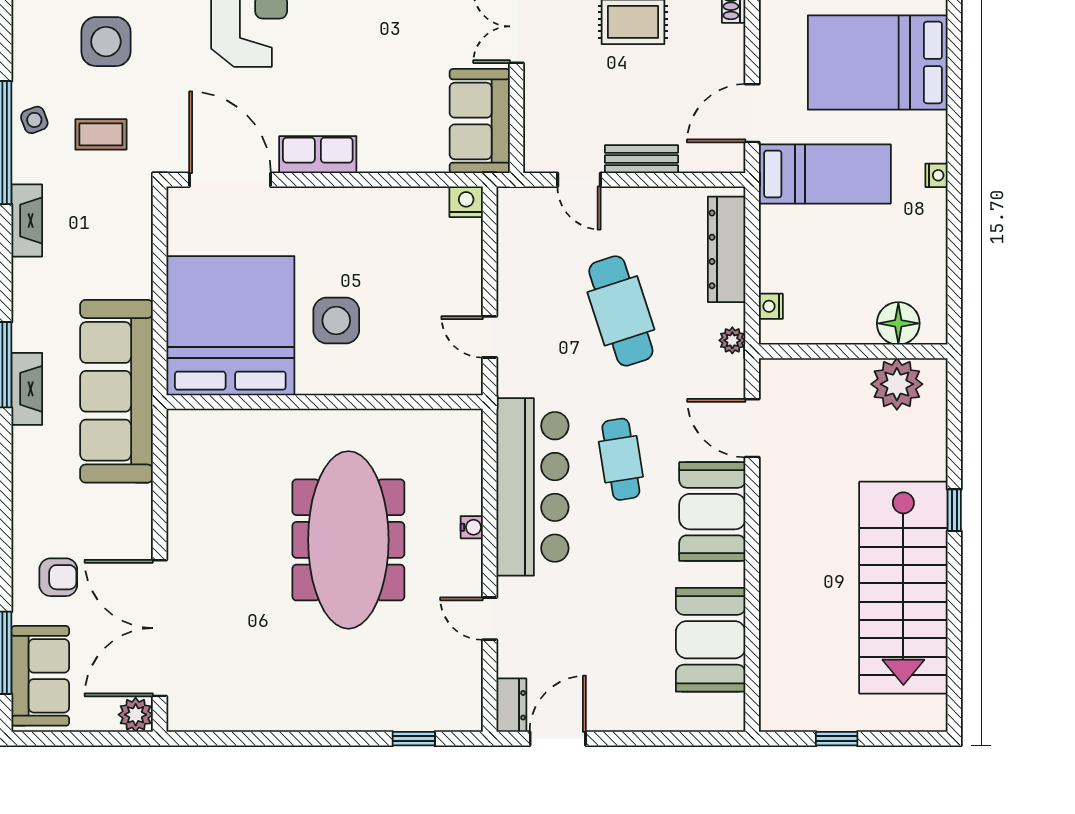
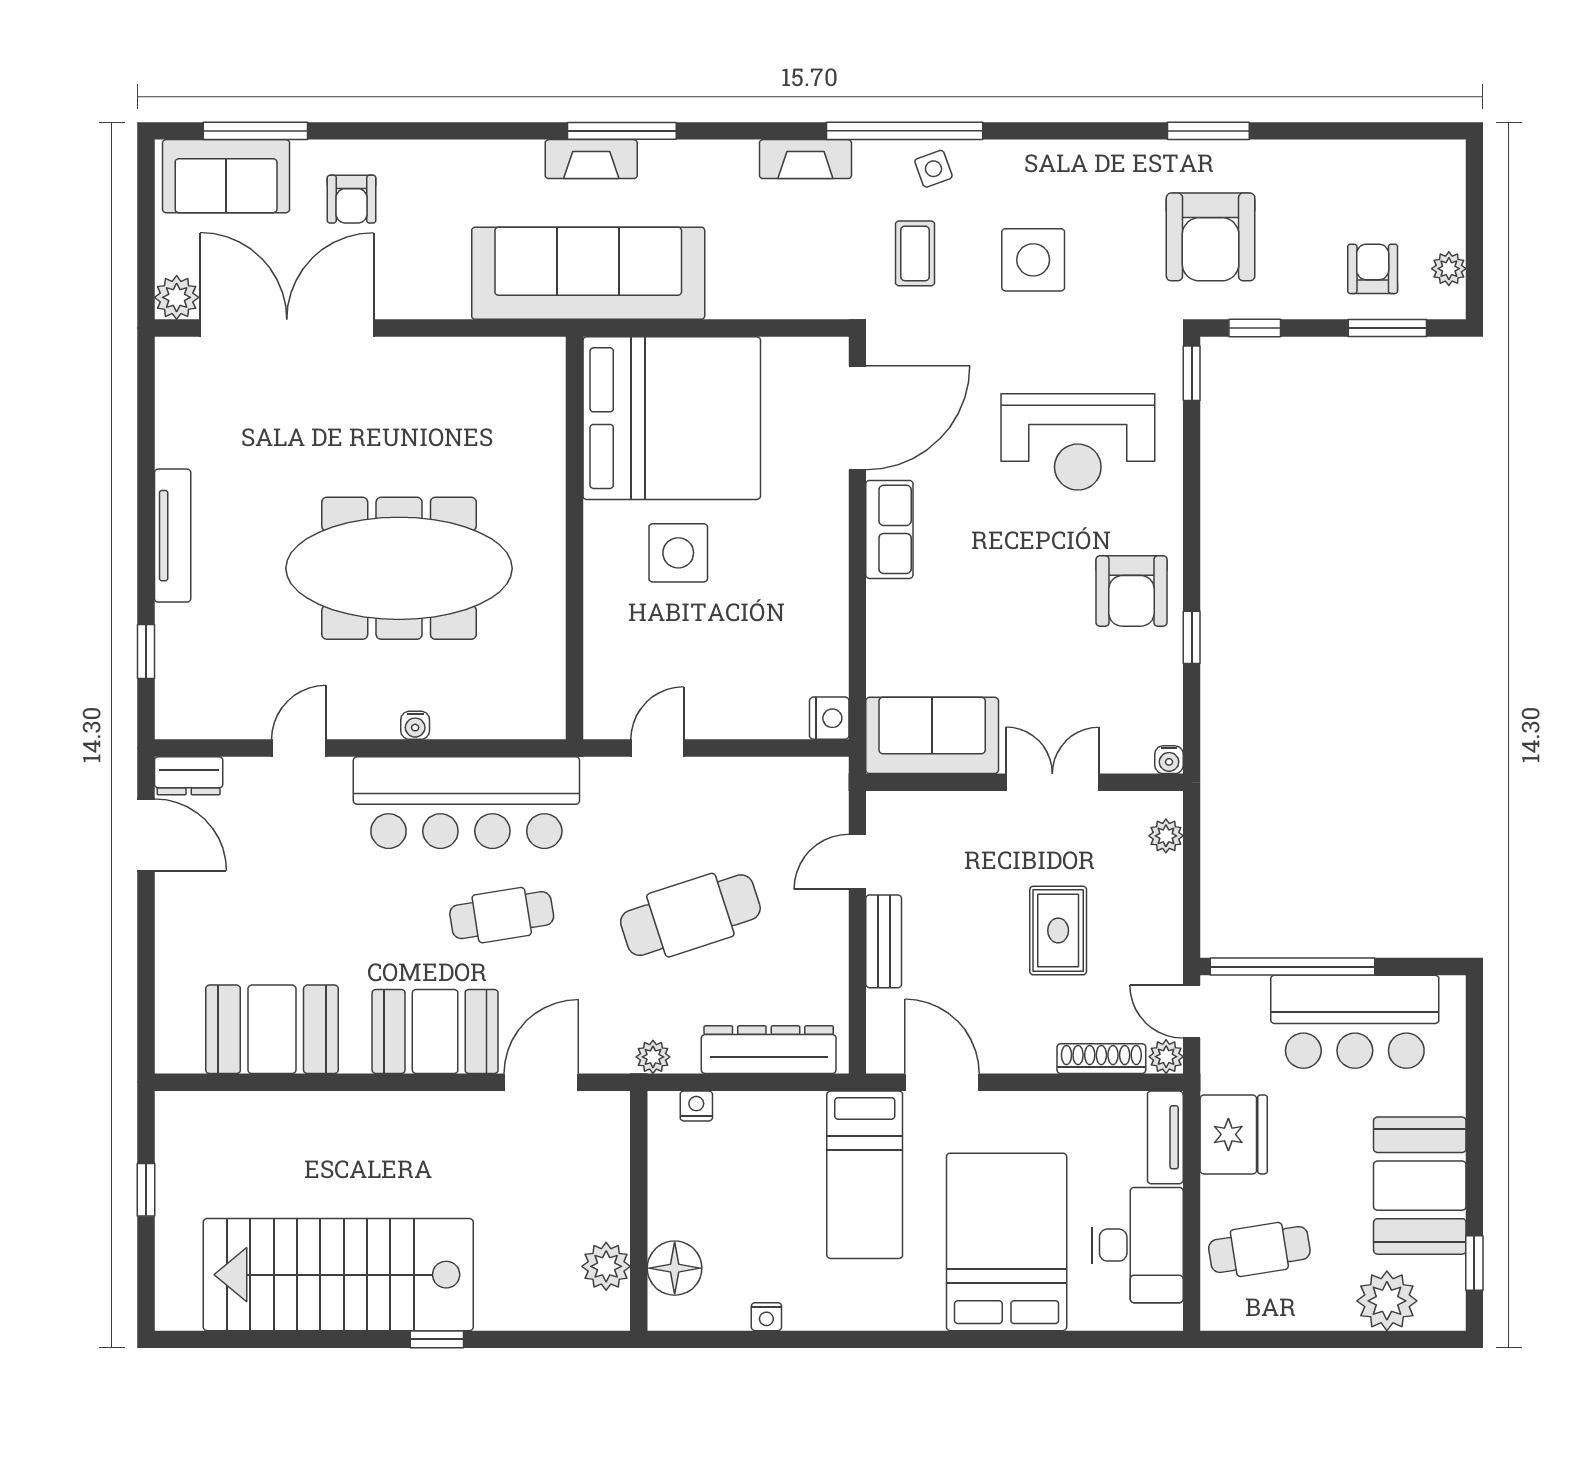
nightstand: (936, 175) -> (766, 1317), moved
plant: (897, 384) -> (606, 1266), width x0.73, depth x0.73
tv unit: (323, 718) -> (173, 536), added

